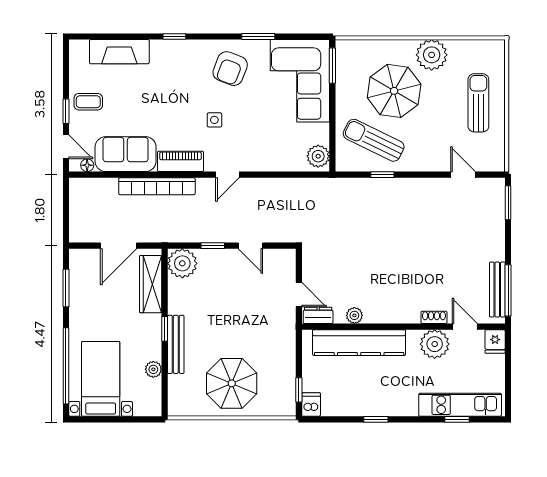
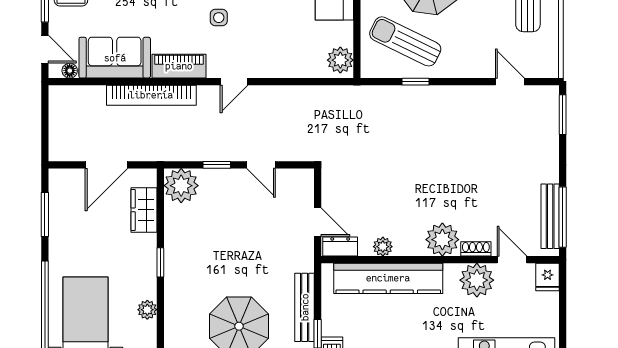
wardrobe: (151, 284) -> (144, 210), width x0.67
plant: (405, 309) -> (442, 240), added
bench: (176, 344) -> (305, 307), moved

